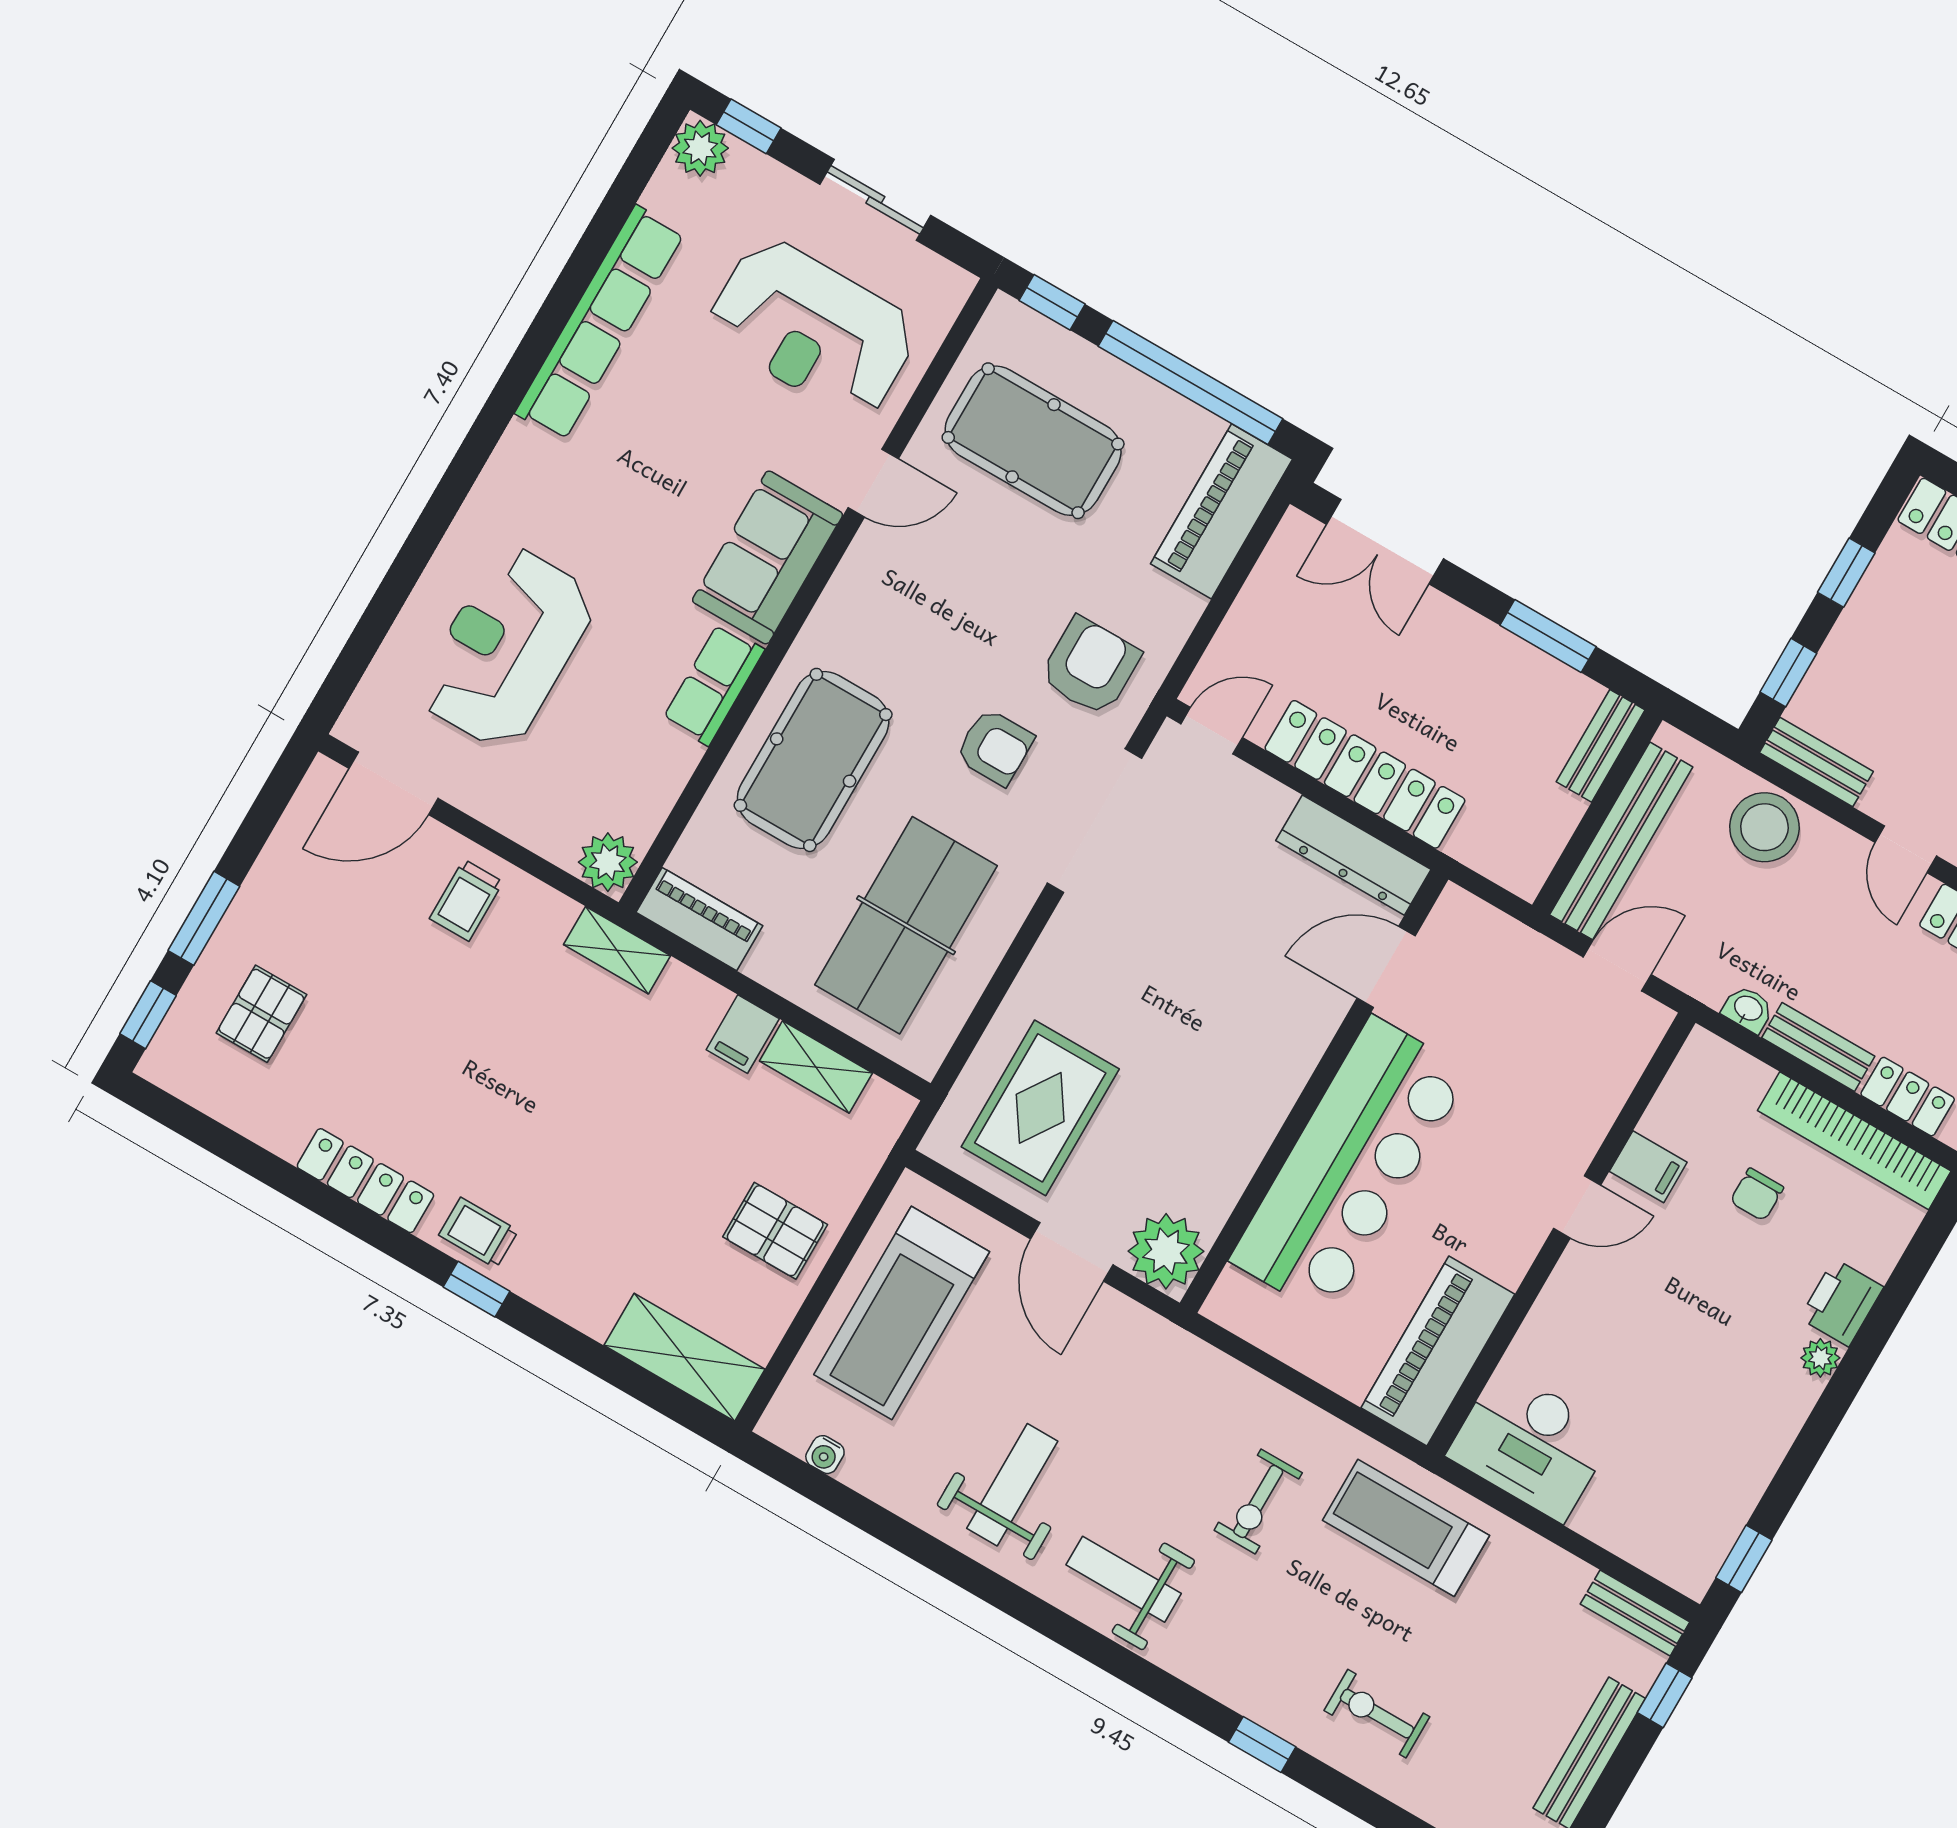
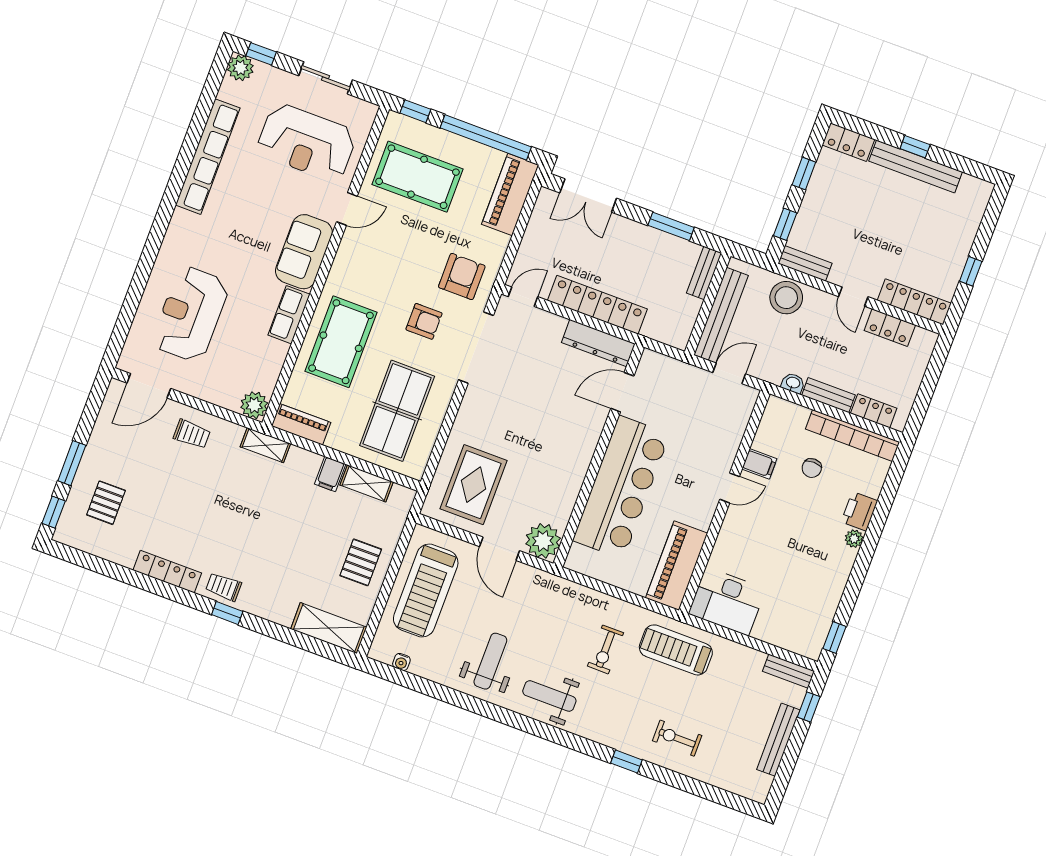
trolley: (466, 900) -> (192, 434), turned -90
pallet: (775, 1231) -> (361, 562), turned 90

